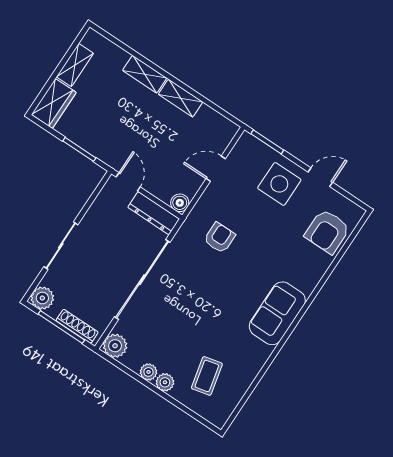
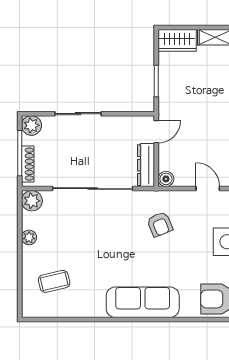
armchair: (219, 238) -> (160, 224), turned 68
sofa: (277, 313) -> (143, 302), width x1.36
plant: (165, 382) -> (29, 254), removed

